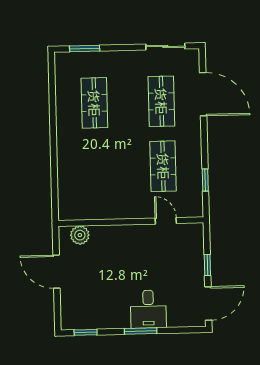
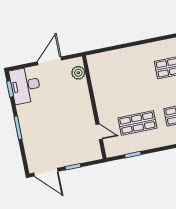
door: (166, 221) -> (99, 132), hinge flipped
desk: (148, 309) -> (25, 85), moved, width x1.37

